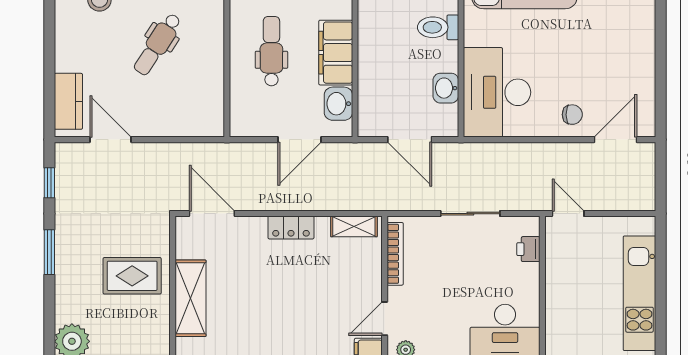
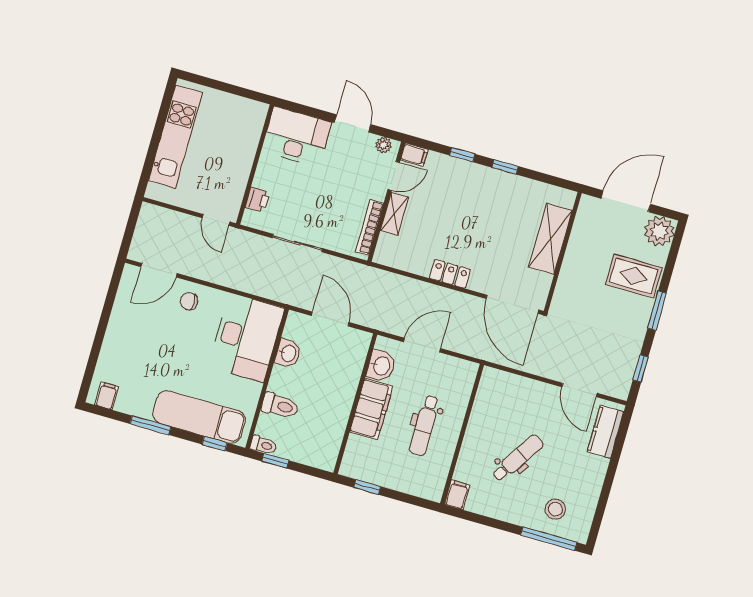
door: (212, 214) -> (512, 304), width x1.36
shelving: (354, 226) -> (394, 214), moved, turned 90
rug: (132, 276) -> (634, 276), moved

